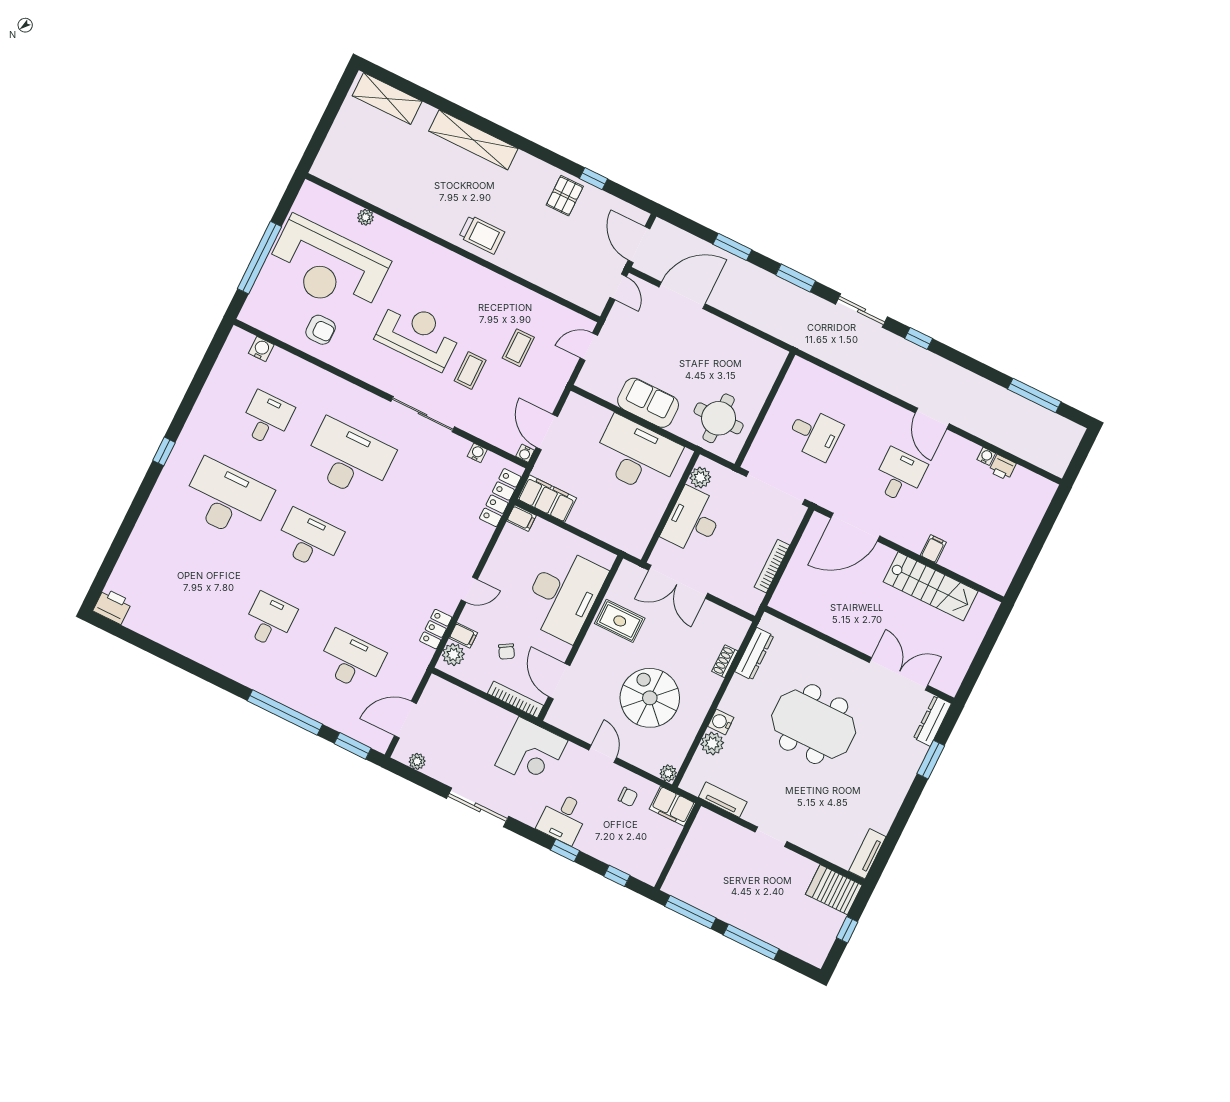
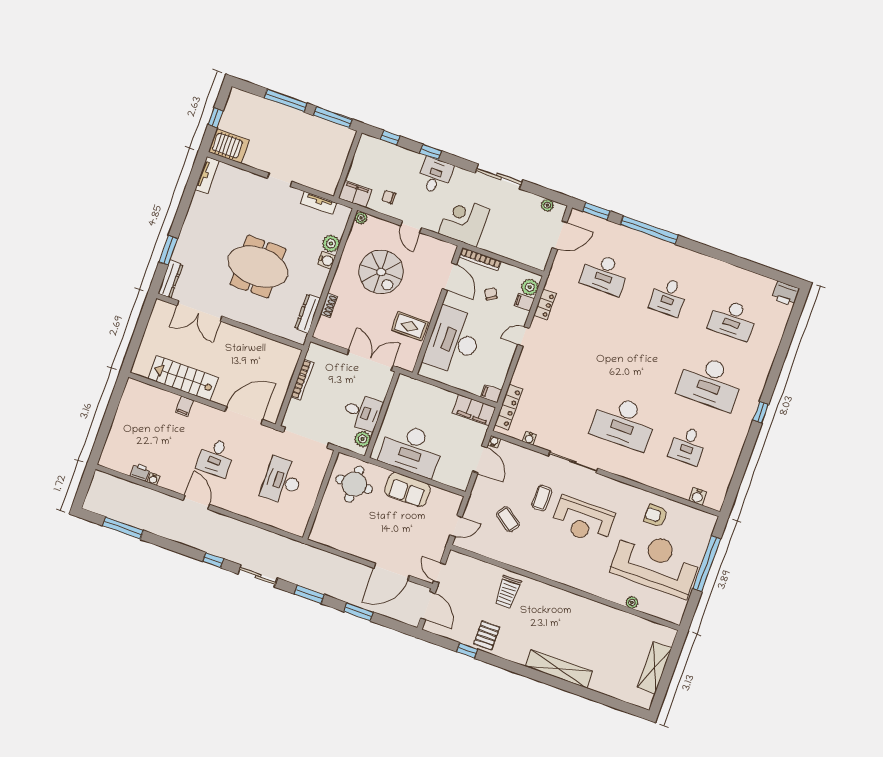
shelving: (387, 99) -> (654, 668), moved, turned 90
trolley: (482, 235) -> (507, 592), moved, turned -90
coffee table: (518, 348) -> (508, 519), turned -55
desk: (815, 434) -> (282, 481), width x1.37
desk: (693, 521) -> (362, 412), width x0.73
desk: (309, 540) -> (733, 320), moved

